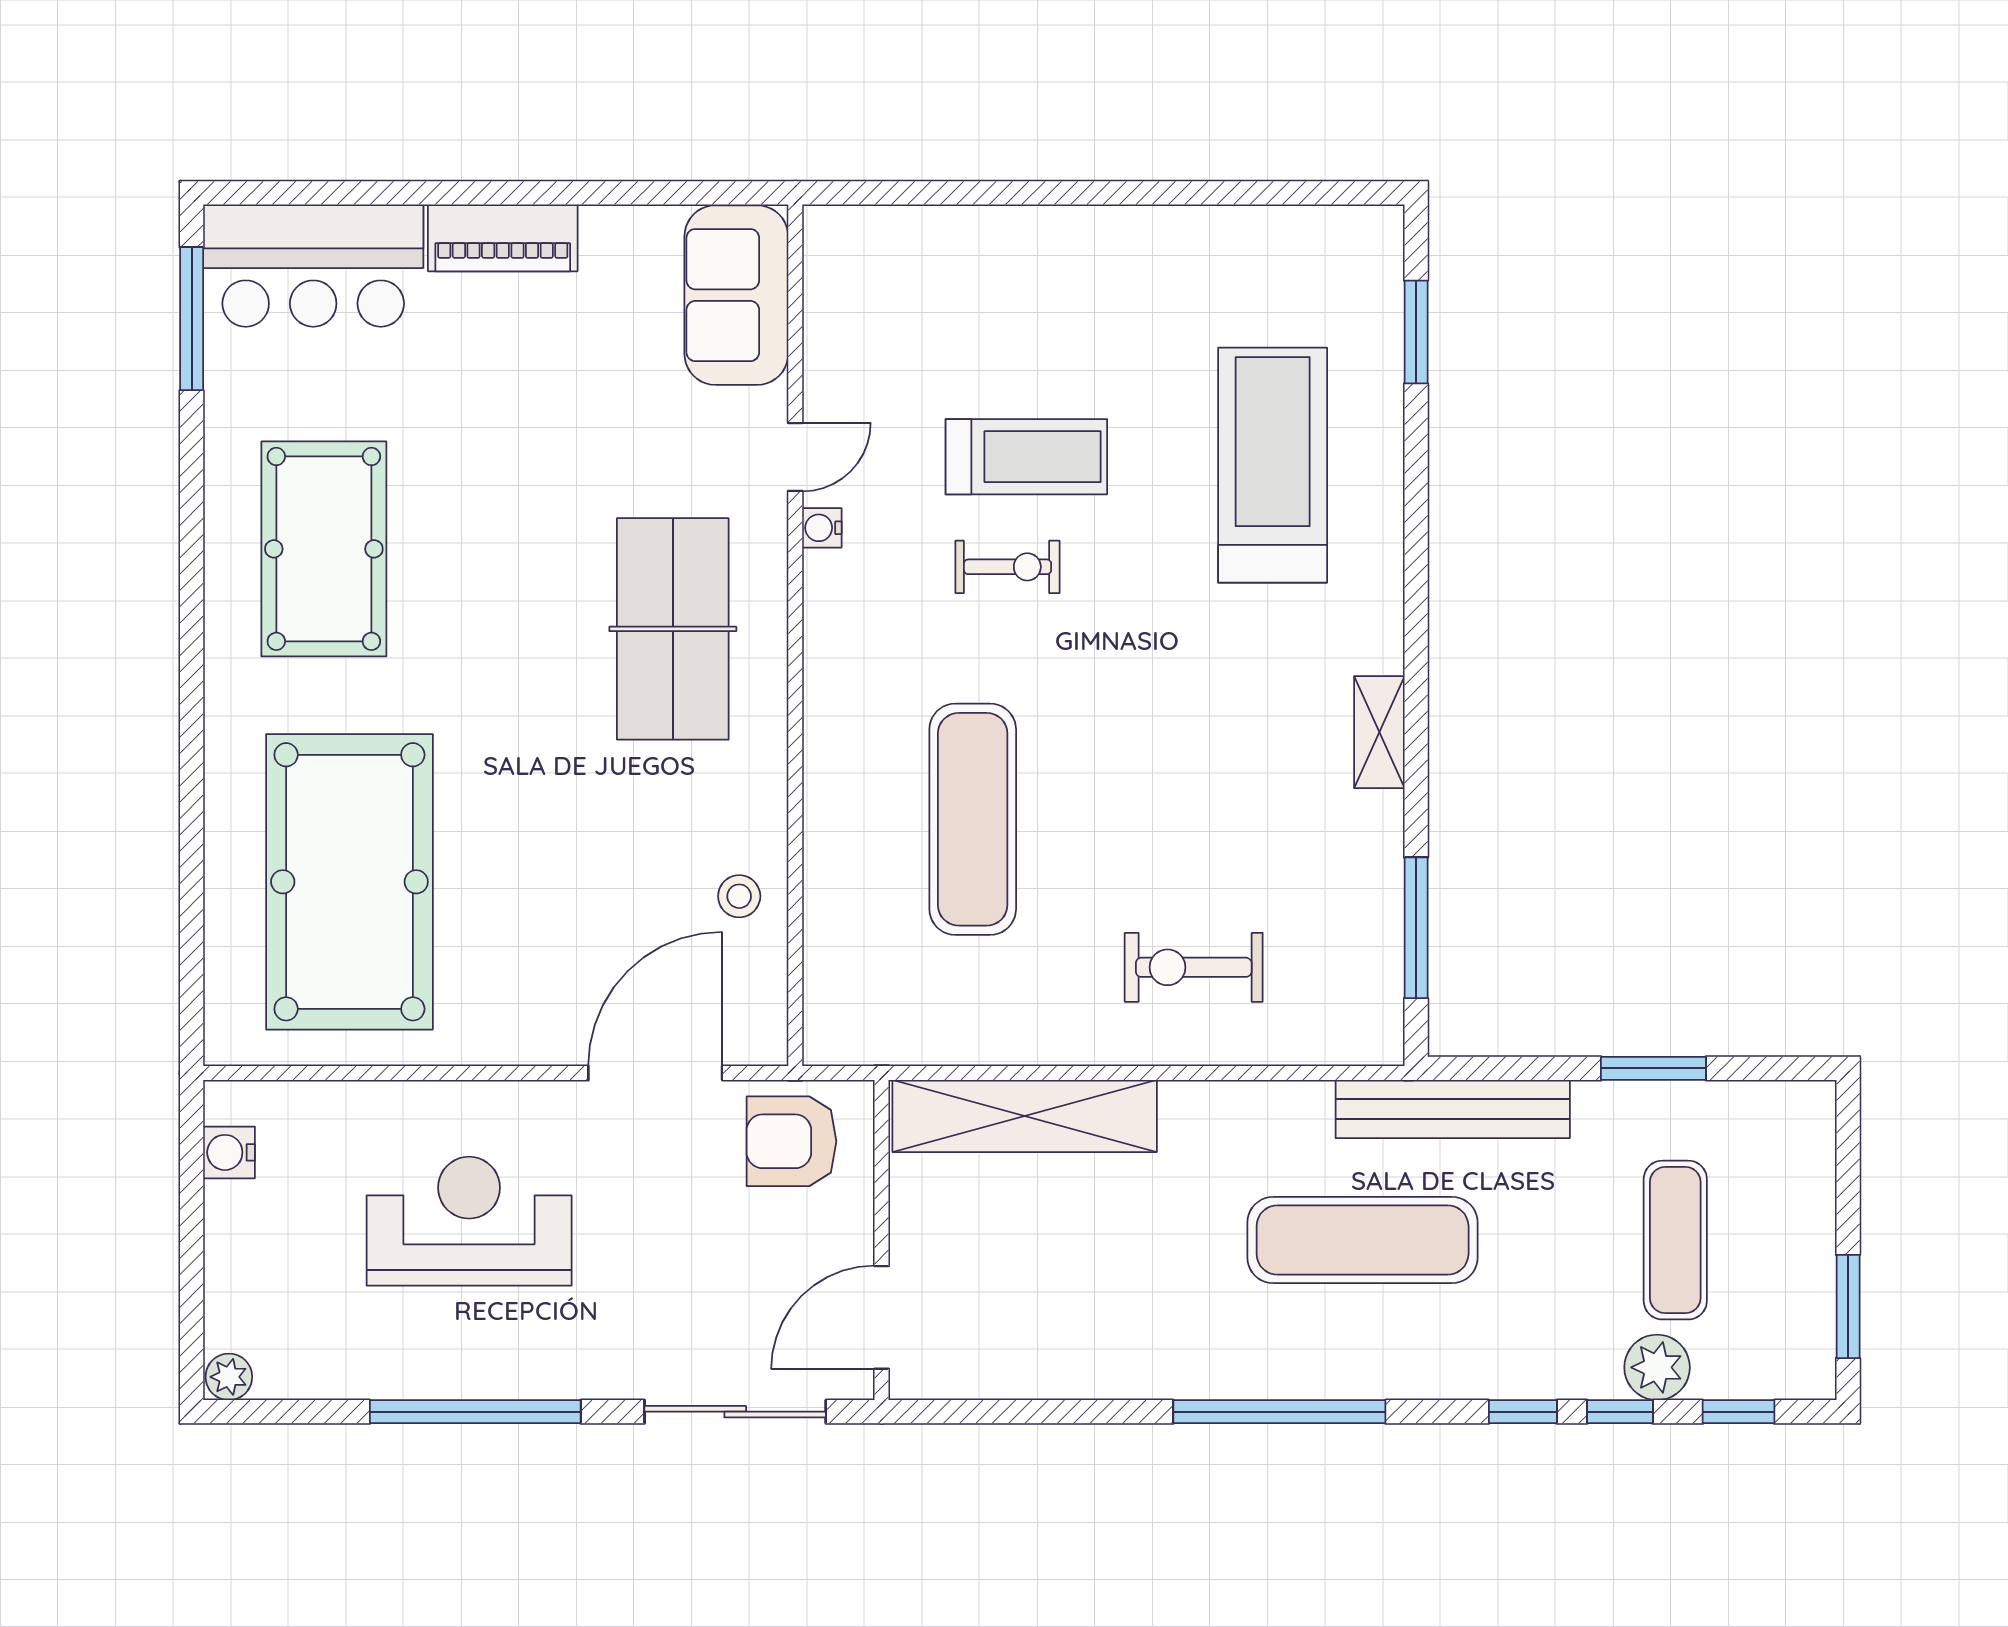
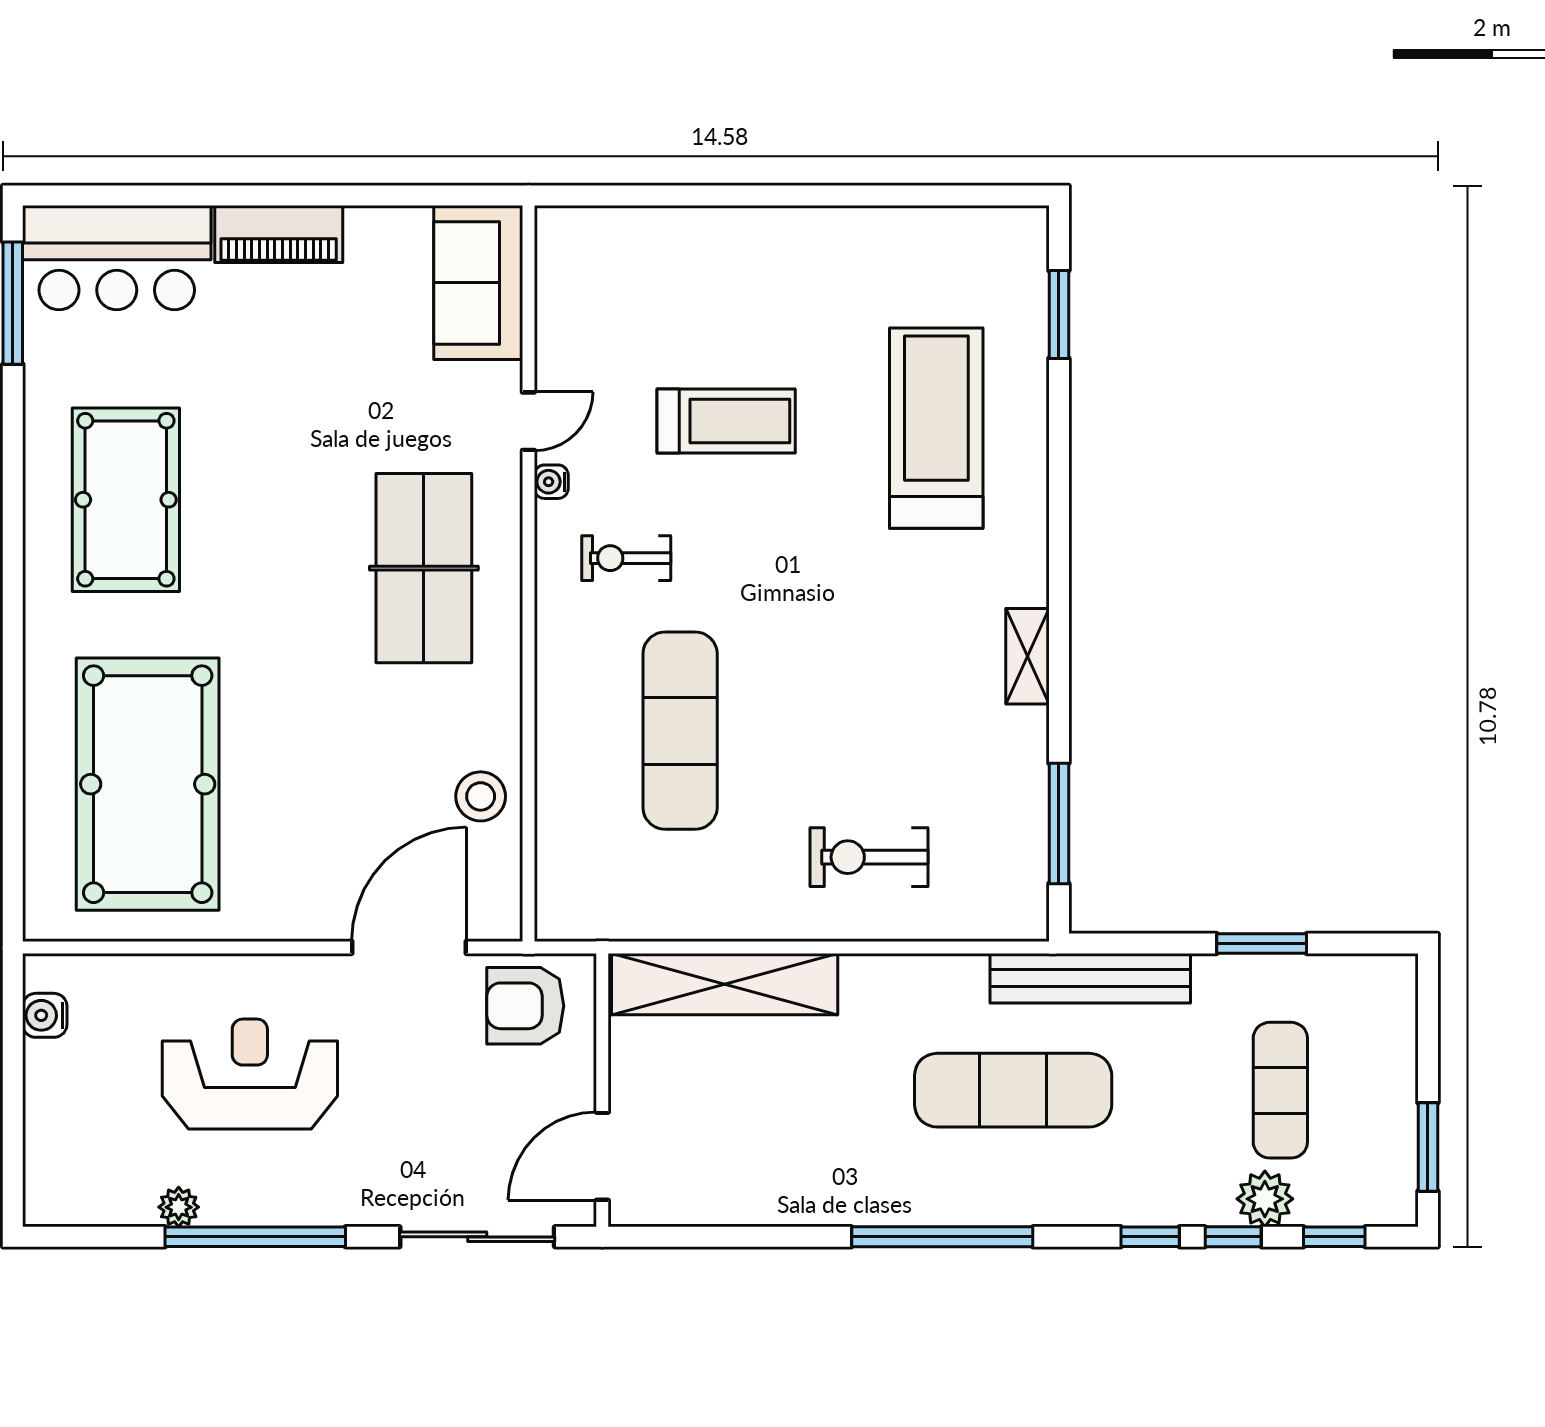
exercise bike: (1008, 567) -> (626, 558), moved, turned 180
stool: (739, 896) -> (481, 796), width x1.37, depth x1.37
plant: (229, 1377) -> (179, 1207), moved

